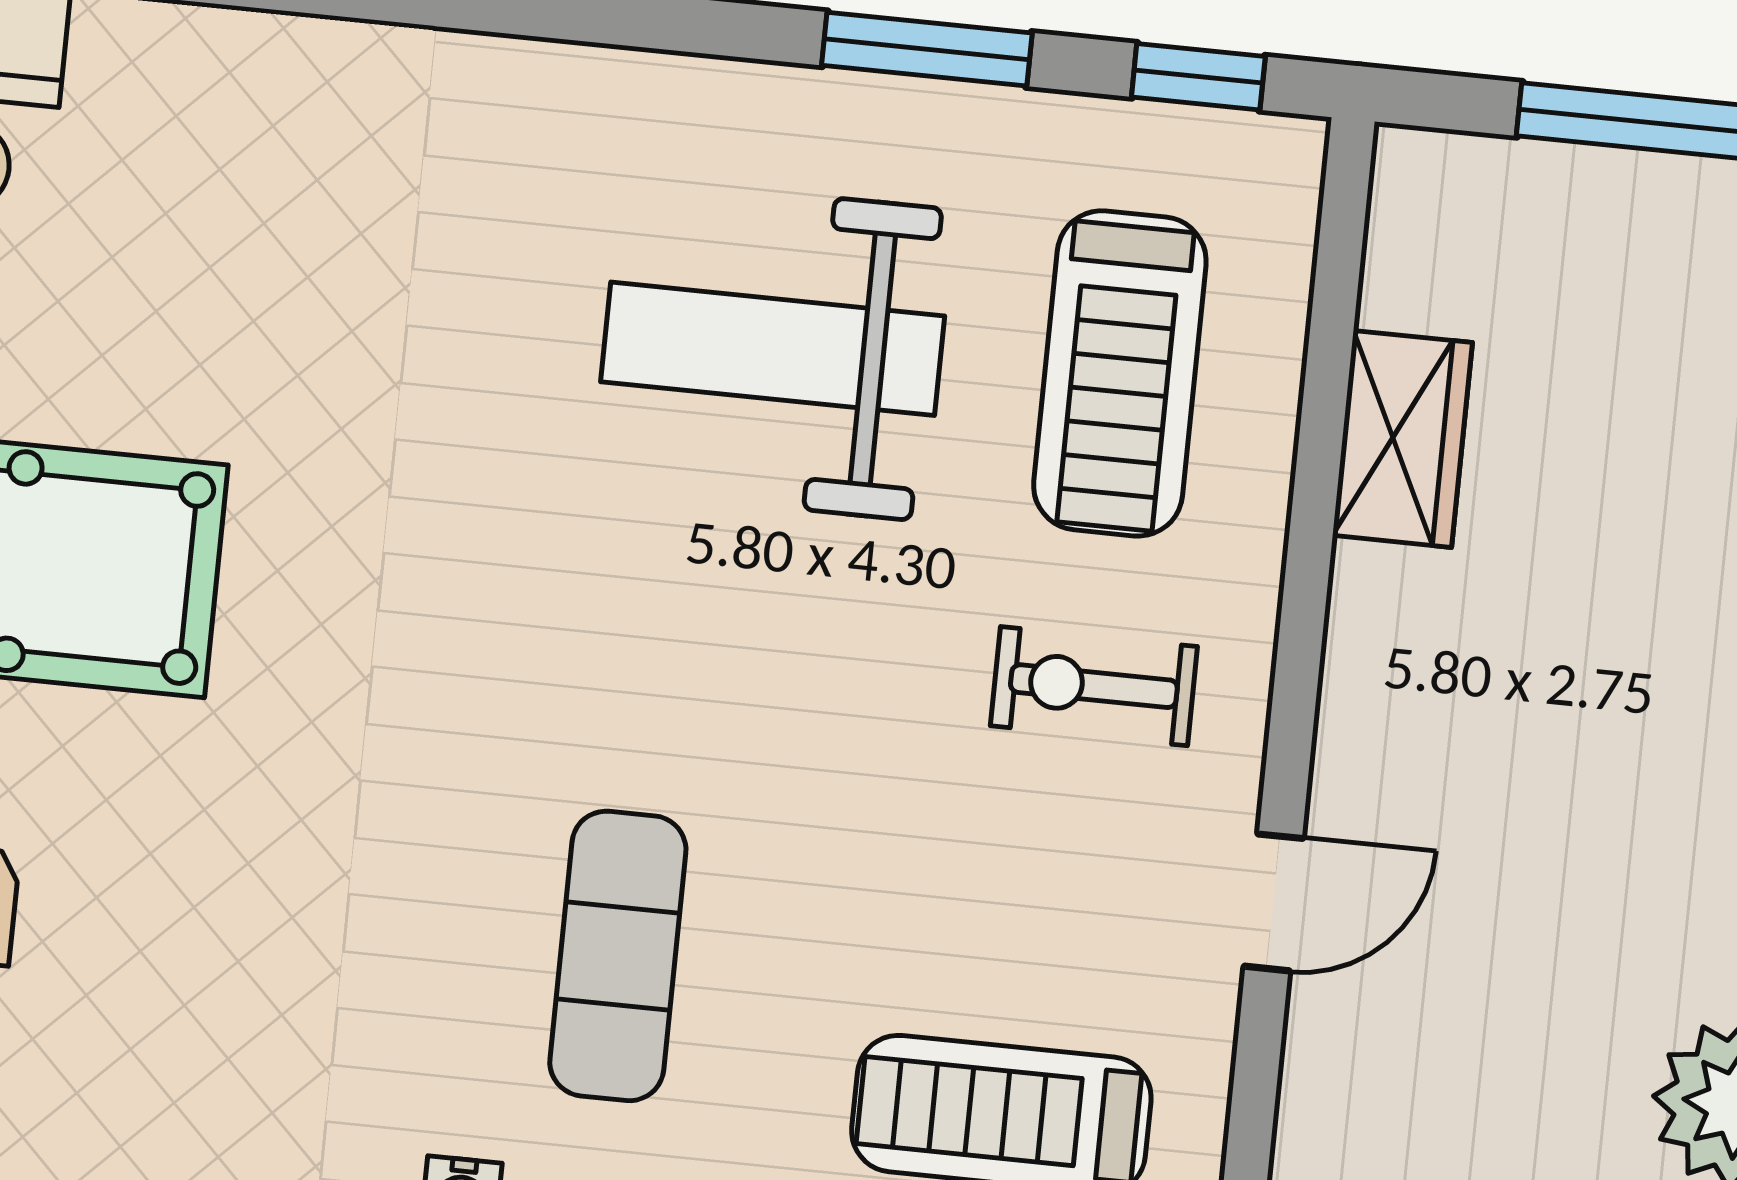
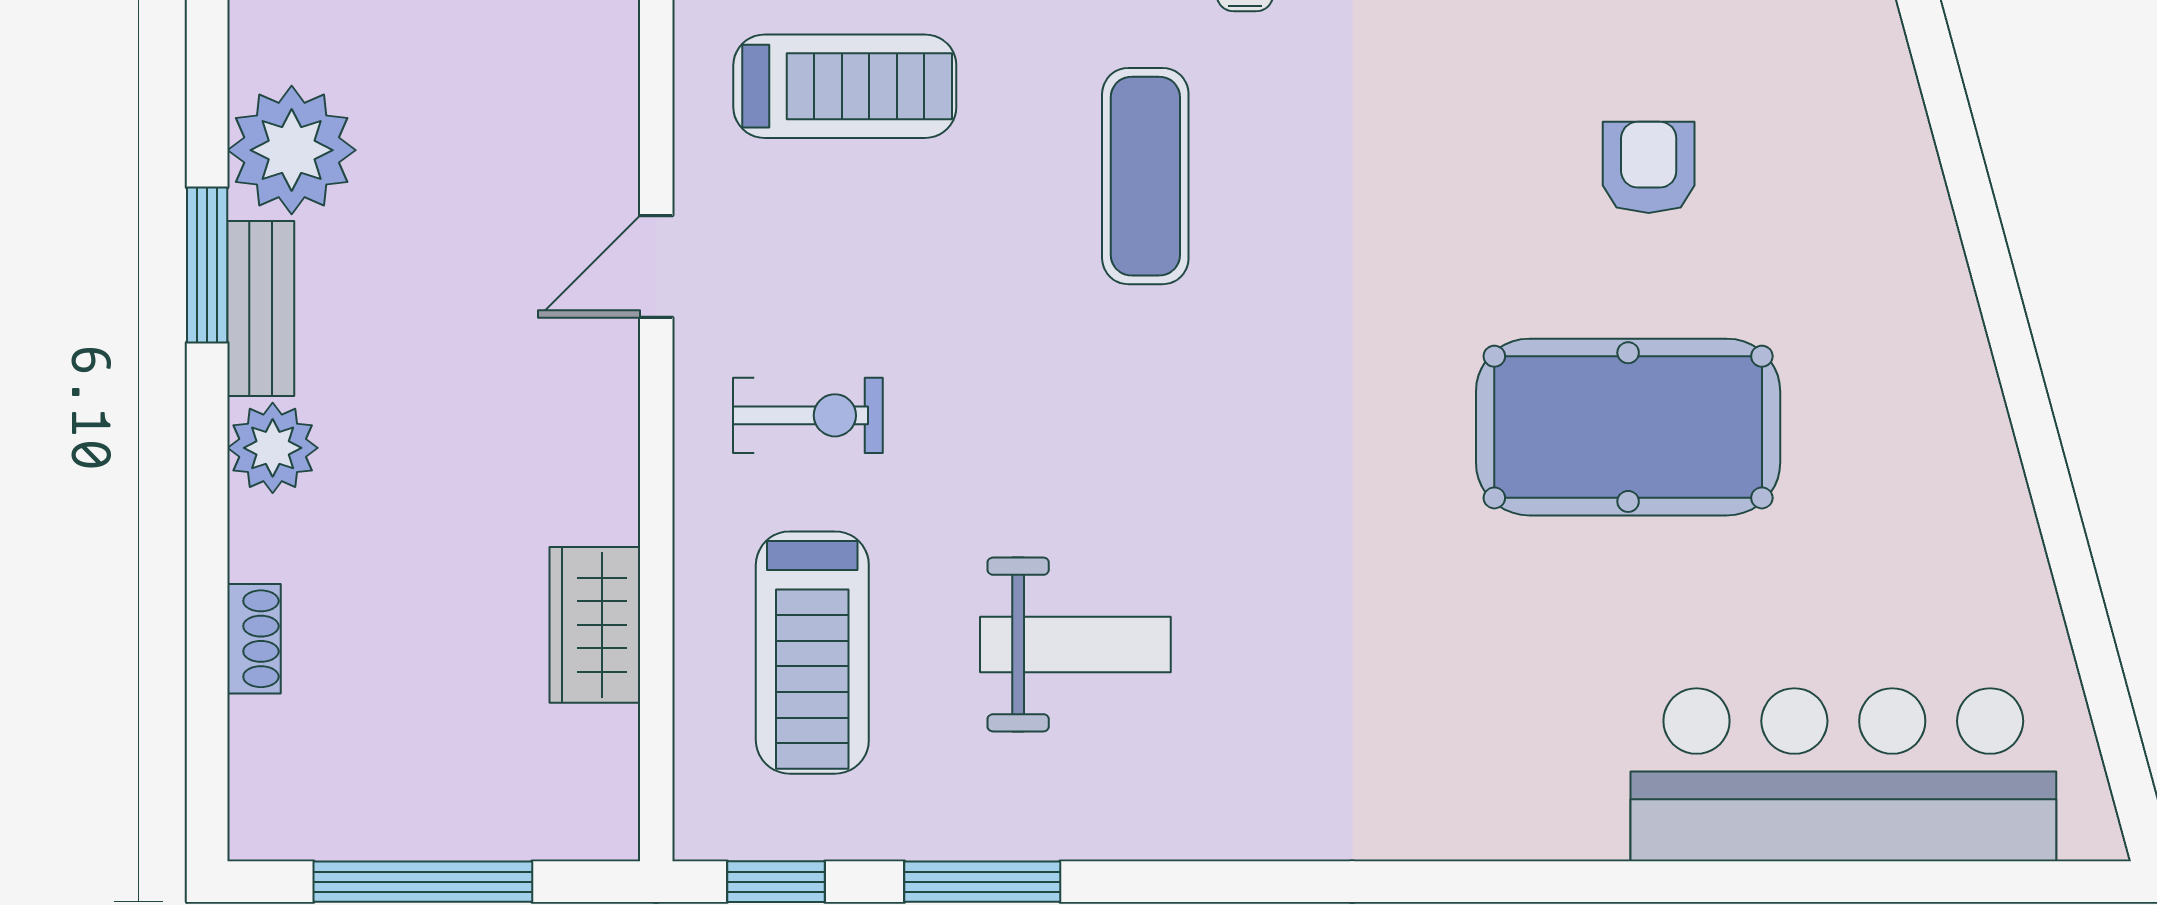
weight bench: (773, 349) -> (1075, 644), width x0.73, depth x0.75
treadmill: (1120, 373) -> (812, 653), turned 180

